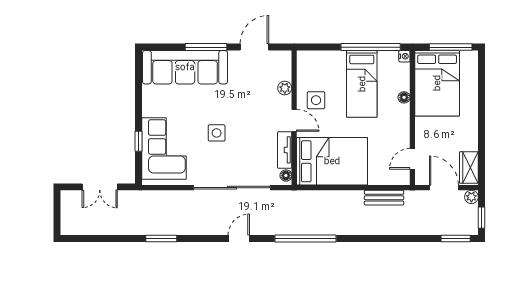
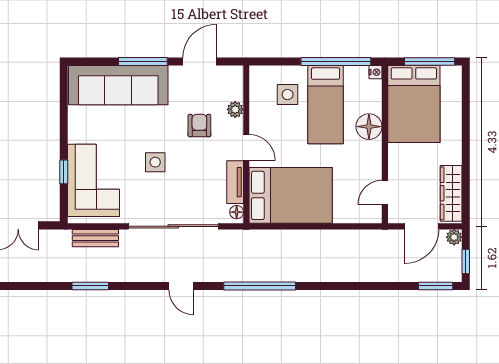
floor lamp: (404, 97) -> (369, 127), width x1.89, depth x1.89
side table: (316, 100) -> (288, 95), moved
armchair: (254, 102) -> (199, 125), added
wardrobe: (469, 167) -> (451, 193), width x1.50
door: (444, 188) -> (422, 226), swing flipped
bench: (384, 198) -> (95, 238), moved
door: (239, 238) -> (181, 286), swing flipped

